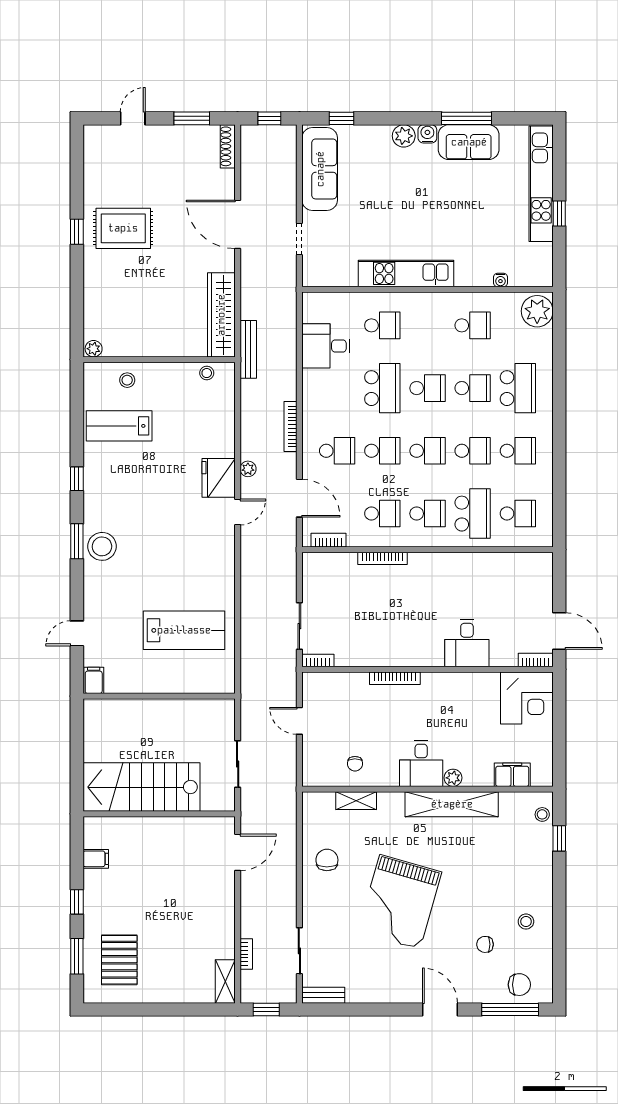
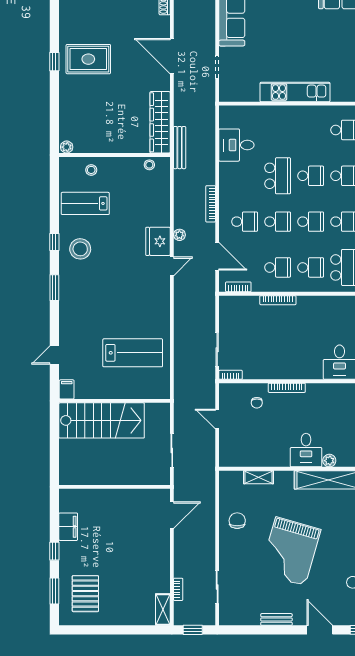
school desk: (382, 325) -> (278, 130), removed
stool: (102, 546) -> (80, 249), moved
chair: (355, 764) -> (257, 403), moved
stairs: (141, 787) -> (102, 420), moved, turned 180
filing cabinet: (96, 859) -> (68, 527), width x2.00
bench: (323, 995) -> (276, 619), moved

